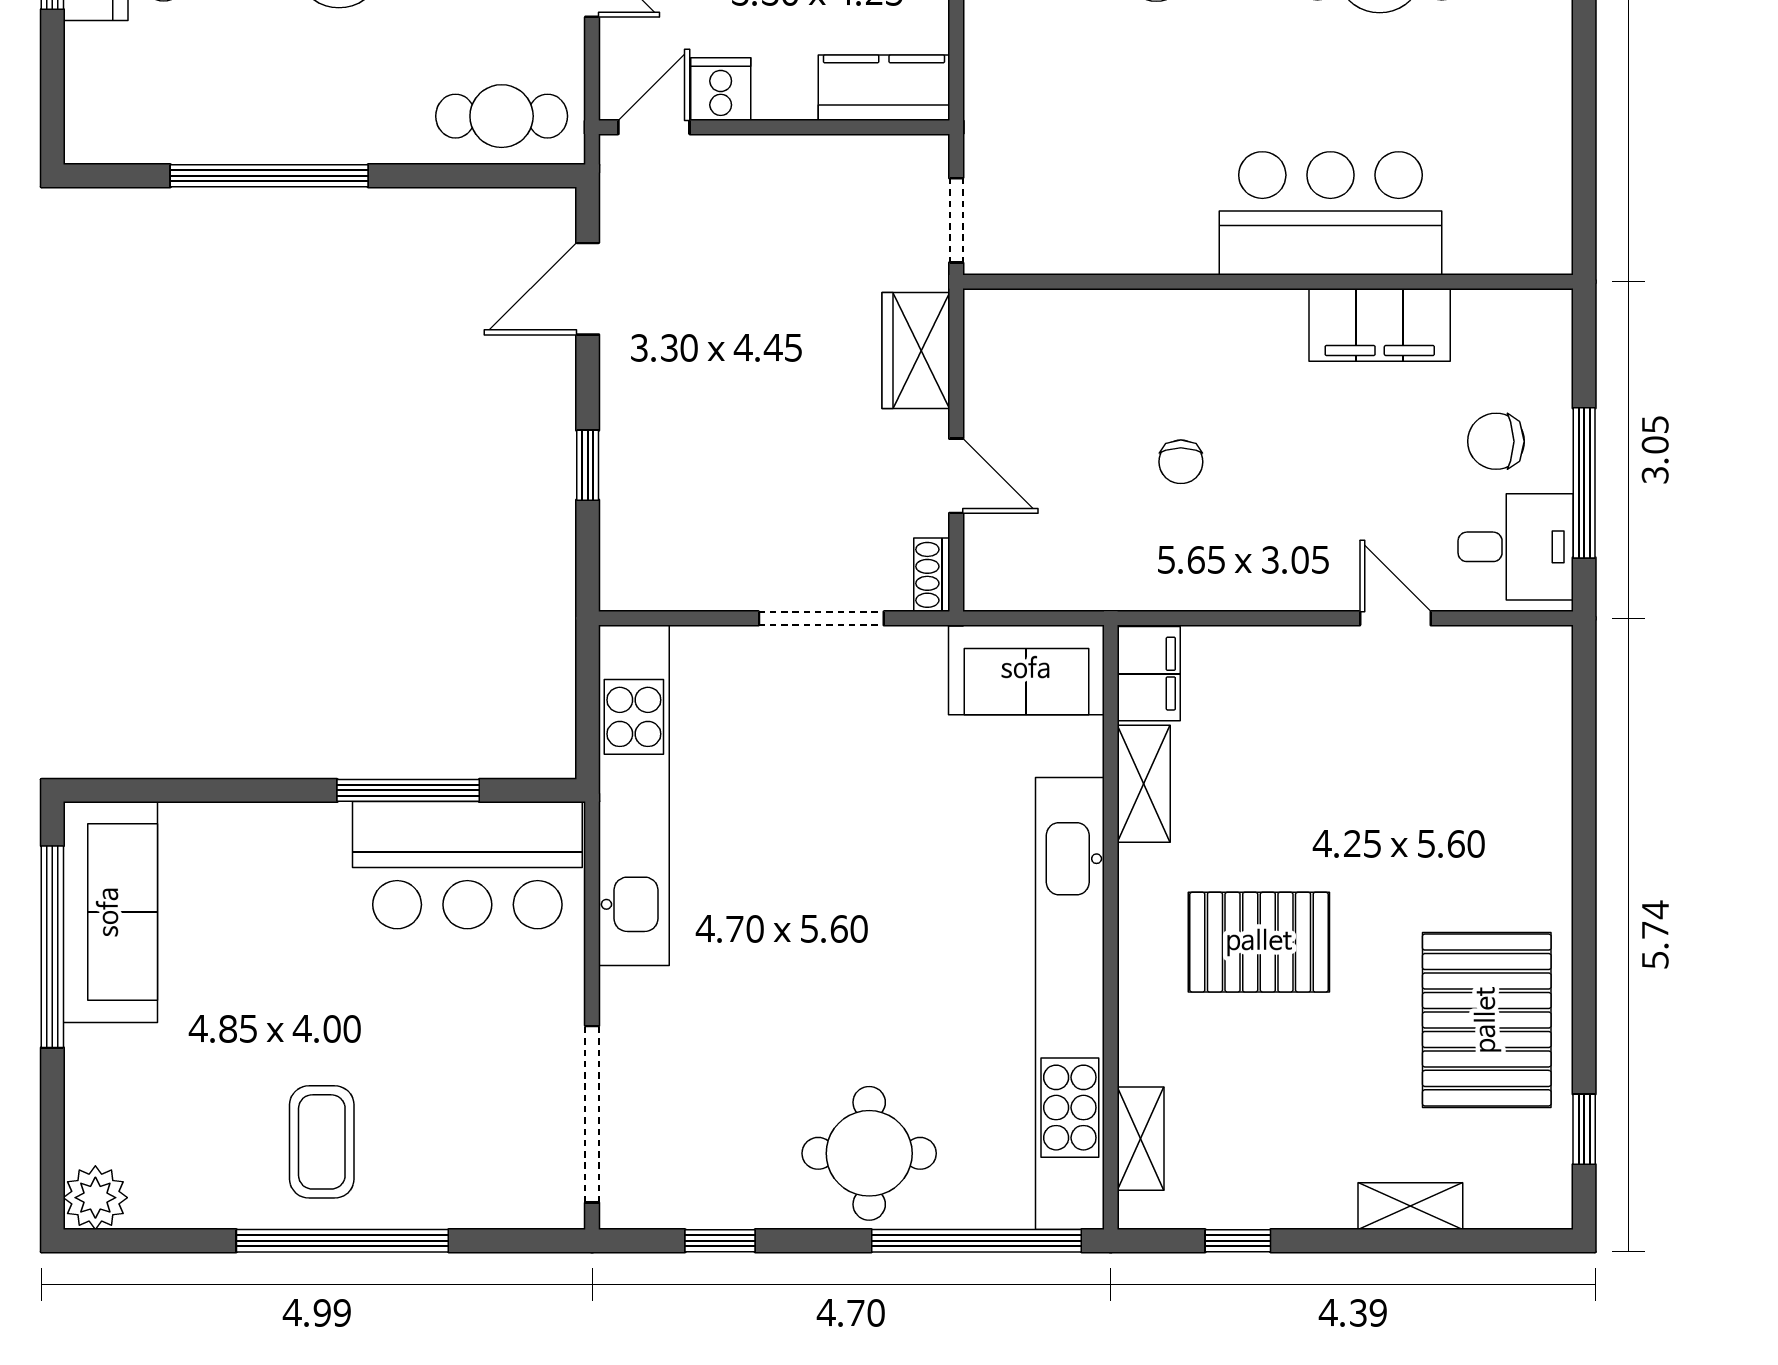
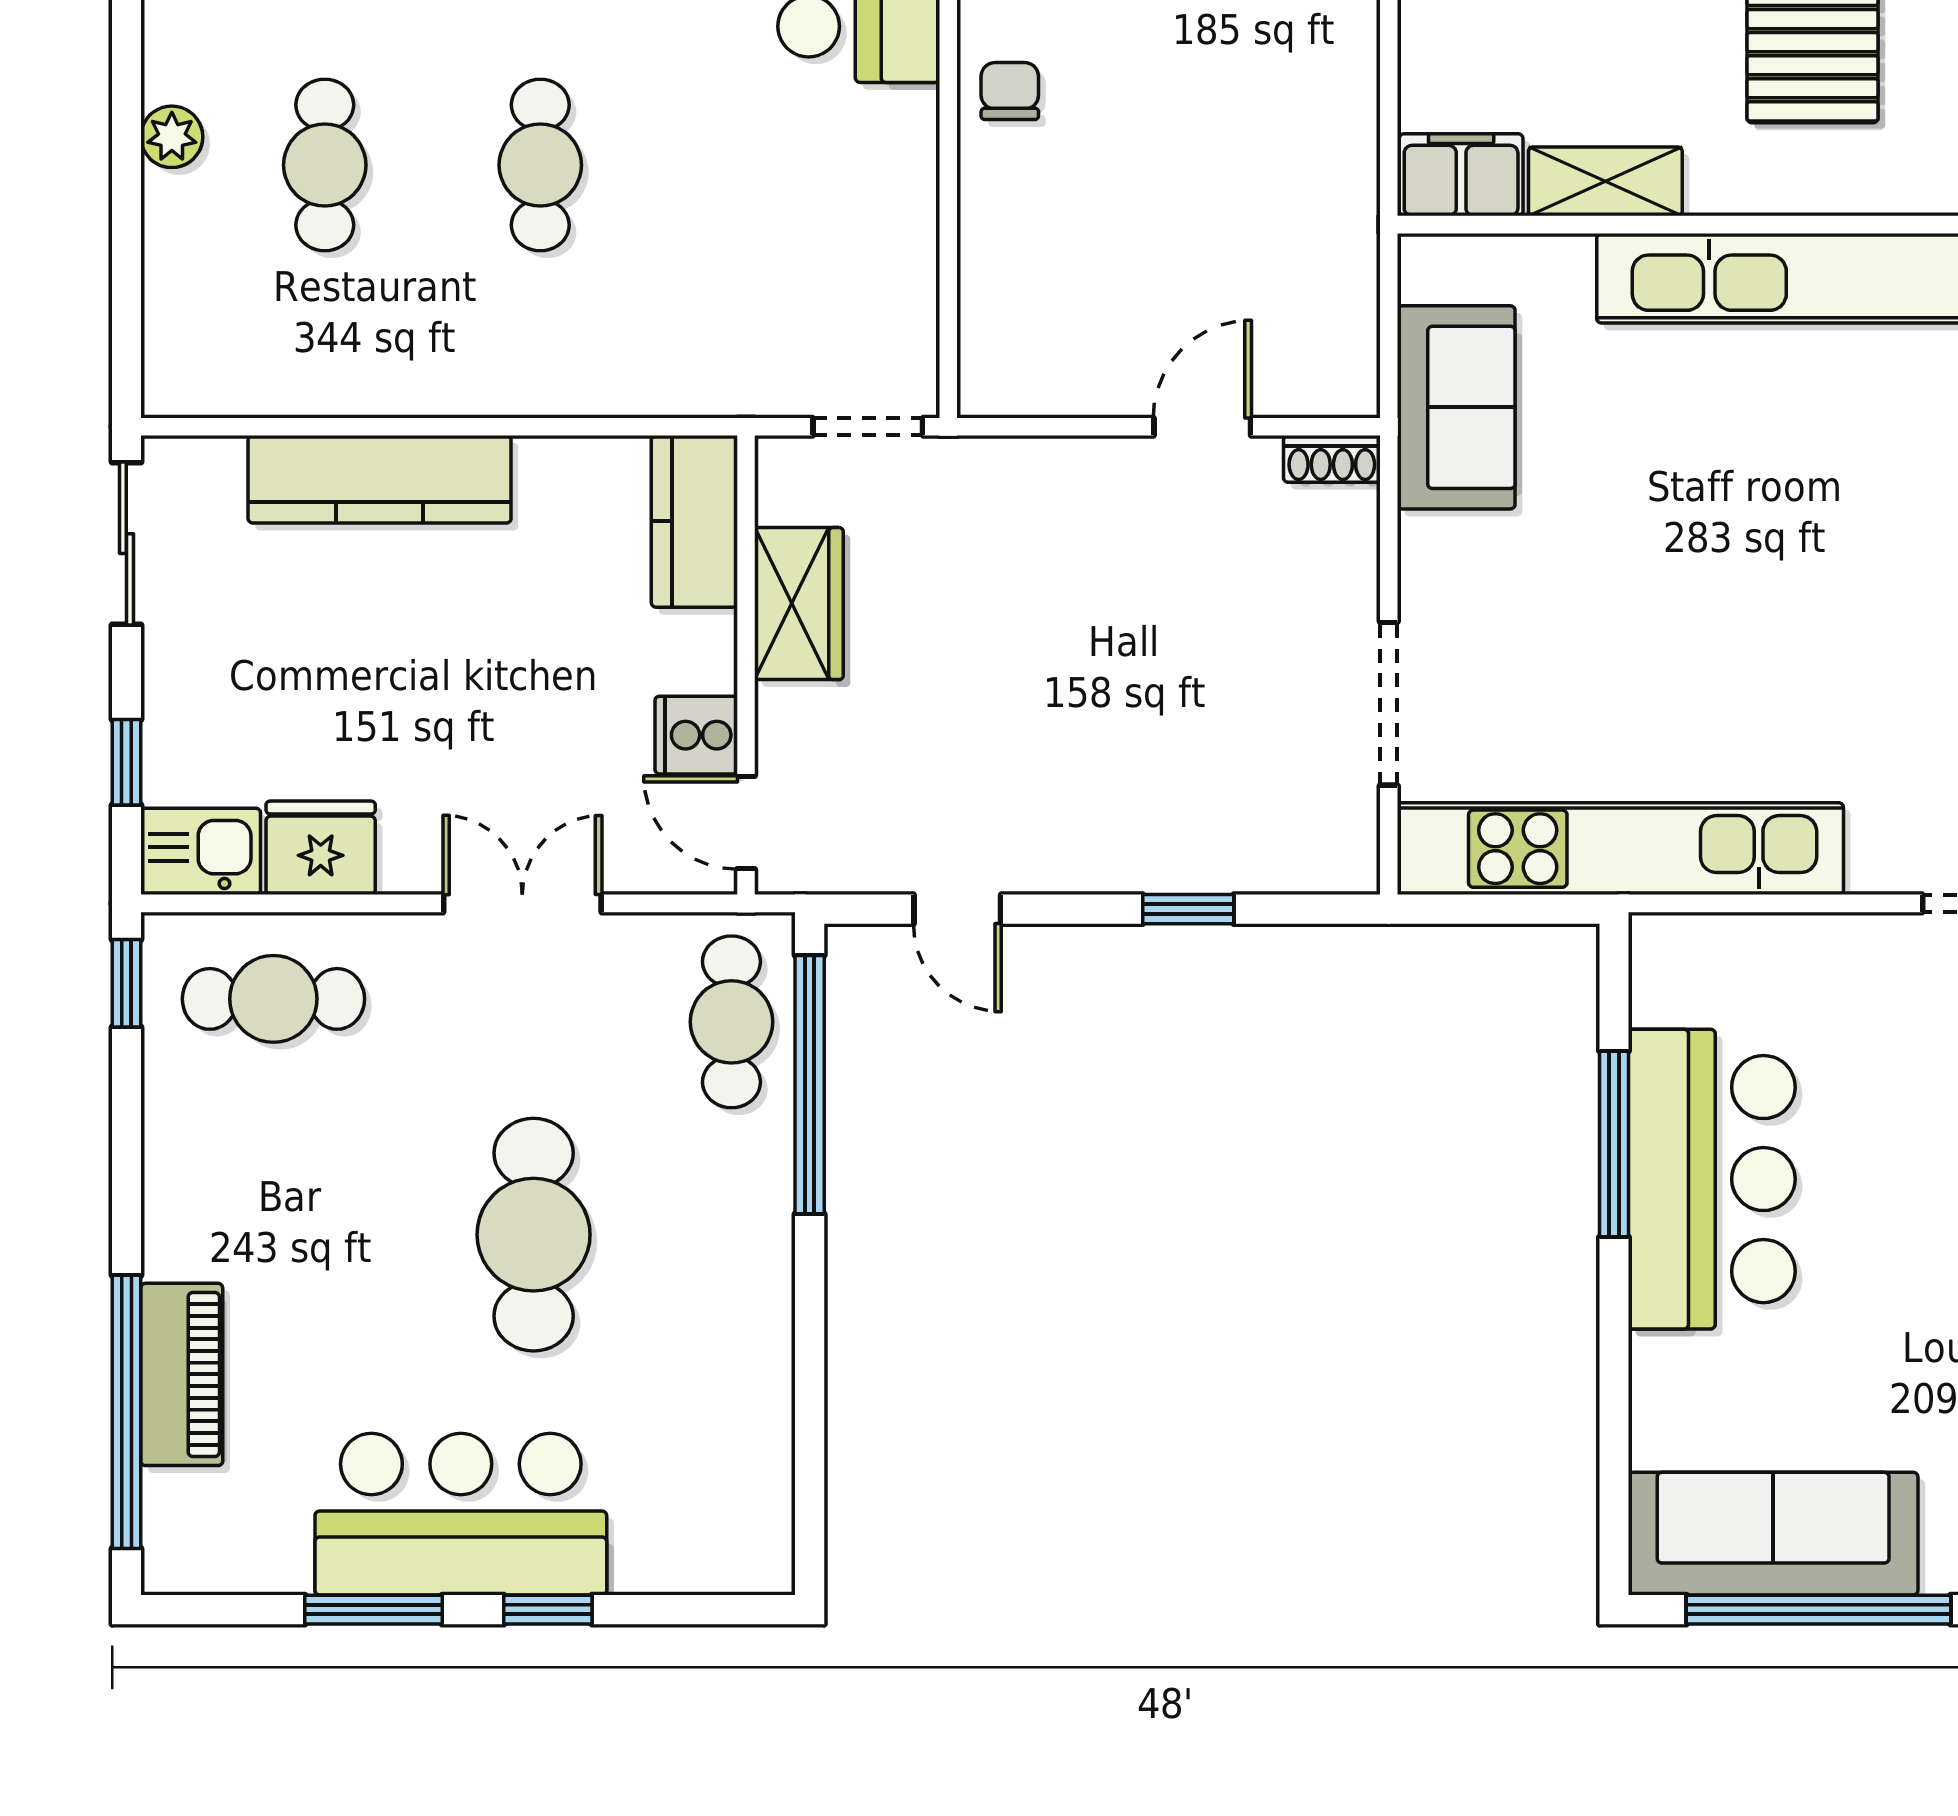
window: (269, 176) -> (810, 1085), moved
door: (588, 289) -> (957, 909), width x0.73
wardrobe: (916, 351) -> (799, 604), moved, turned -90
chair: (1181, 462) -> (1010, 91), moved, turned -90
doorway: (821, 618) -> (1389, 704), moved
sofa: (1026, 670) -> (1456, 407), moved
bar counter: (467, 865) -> (1712, 1179), moved

